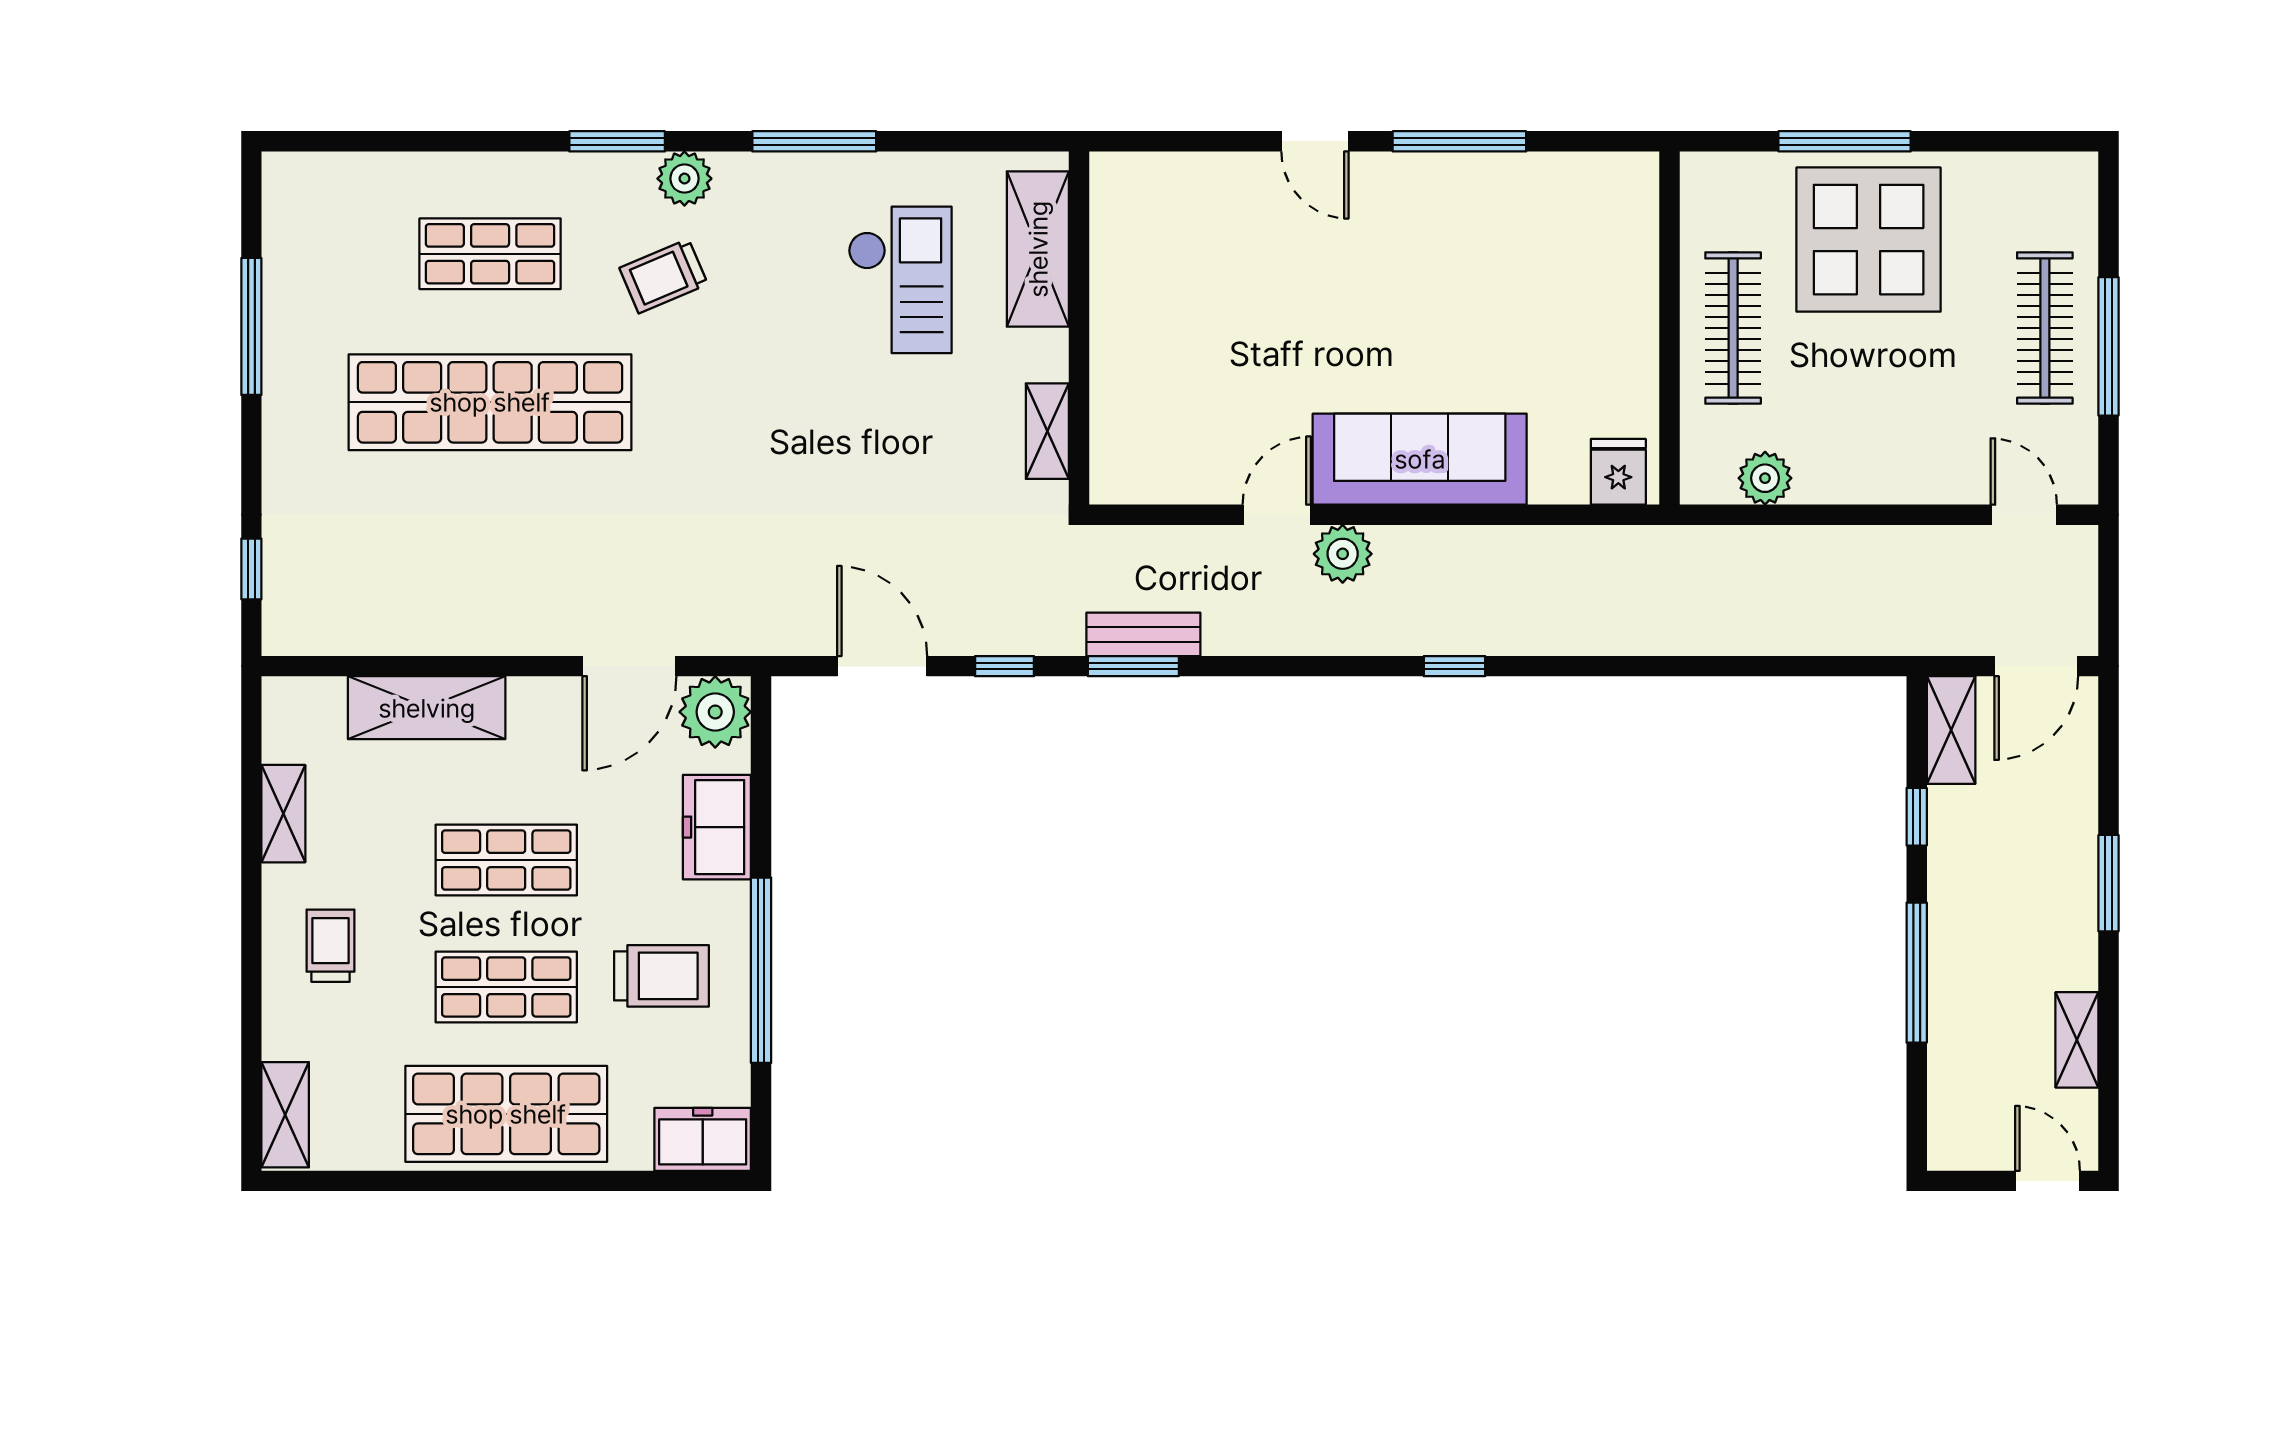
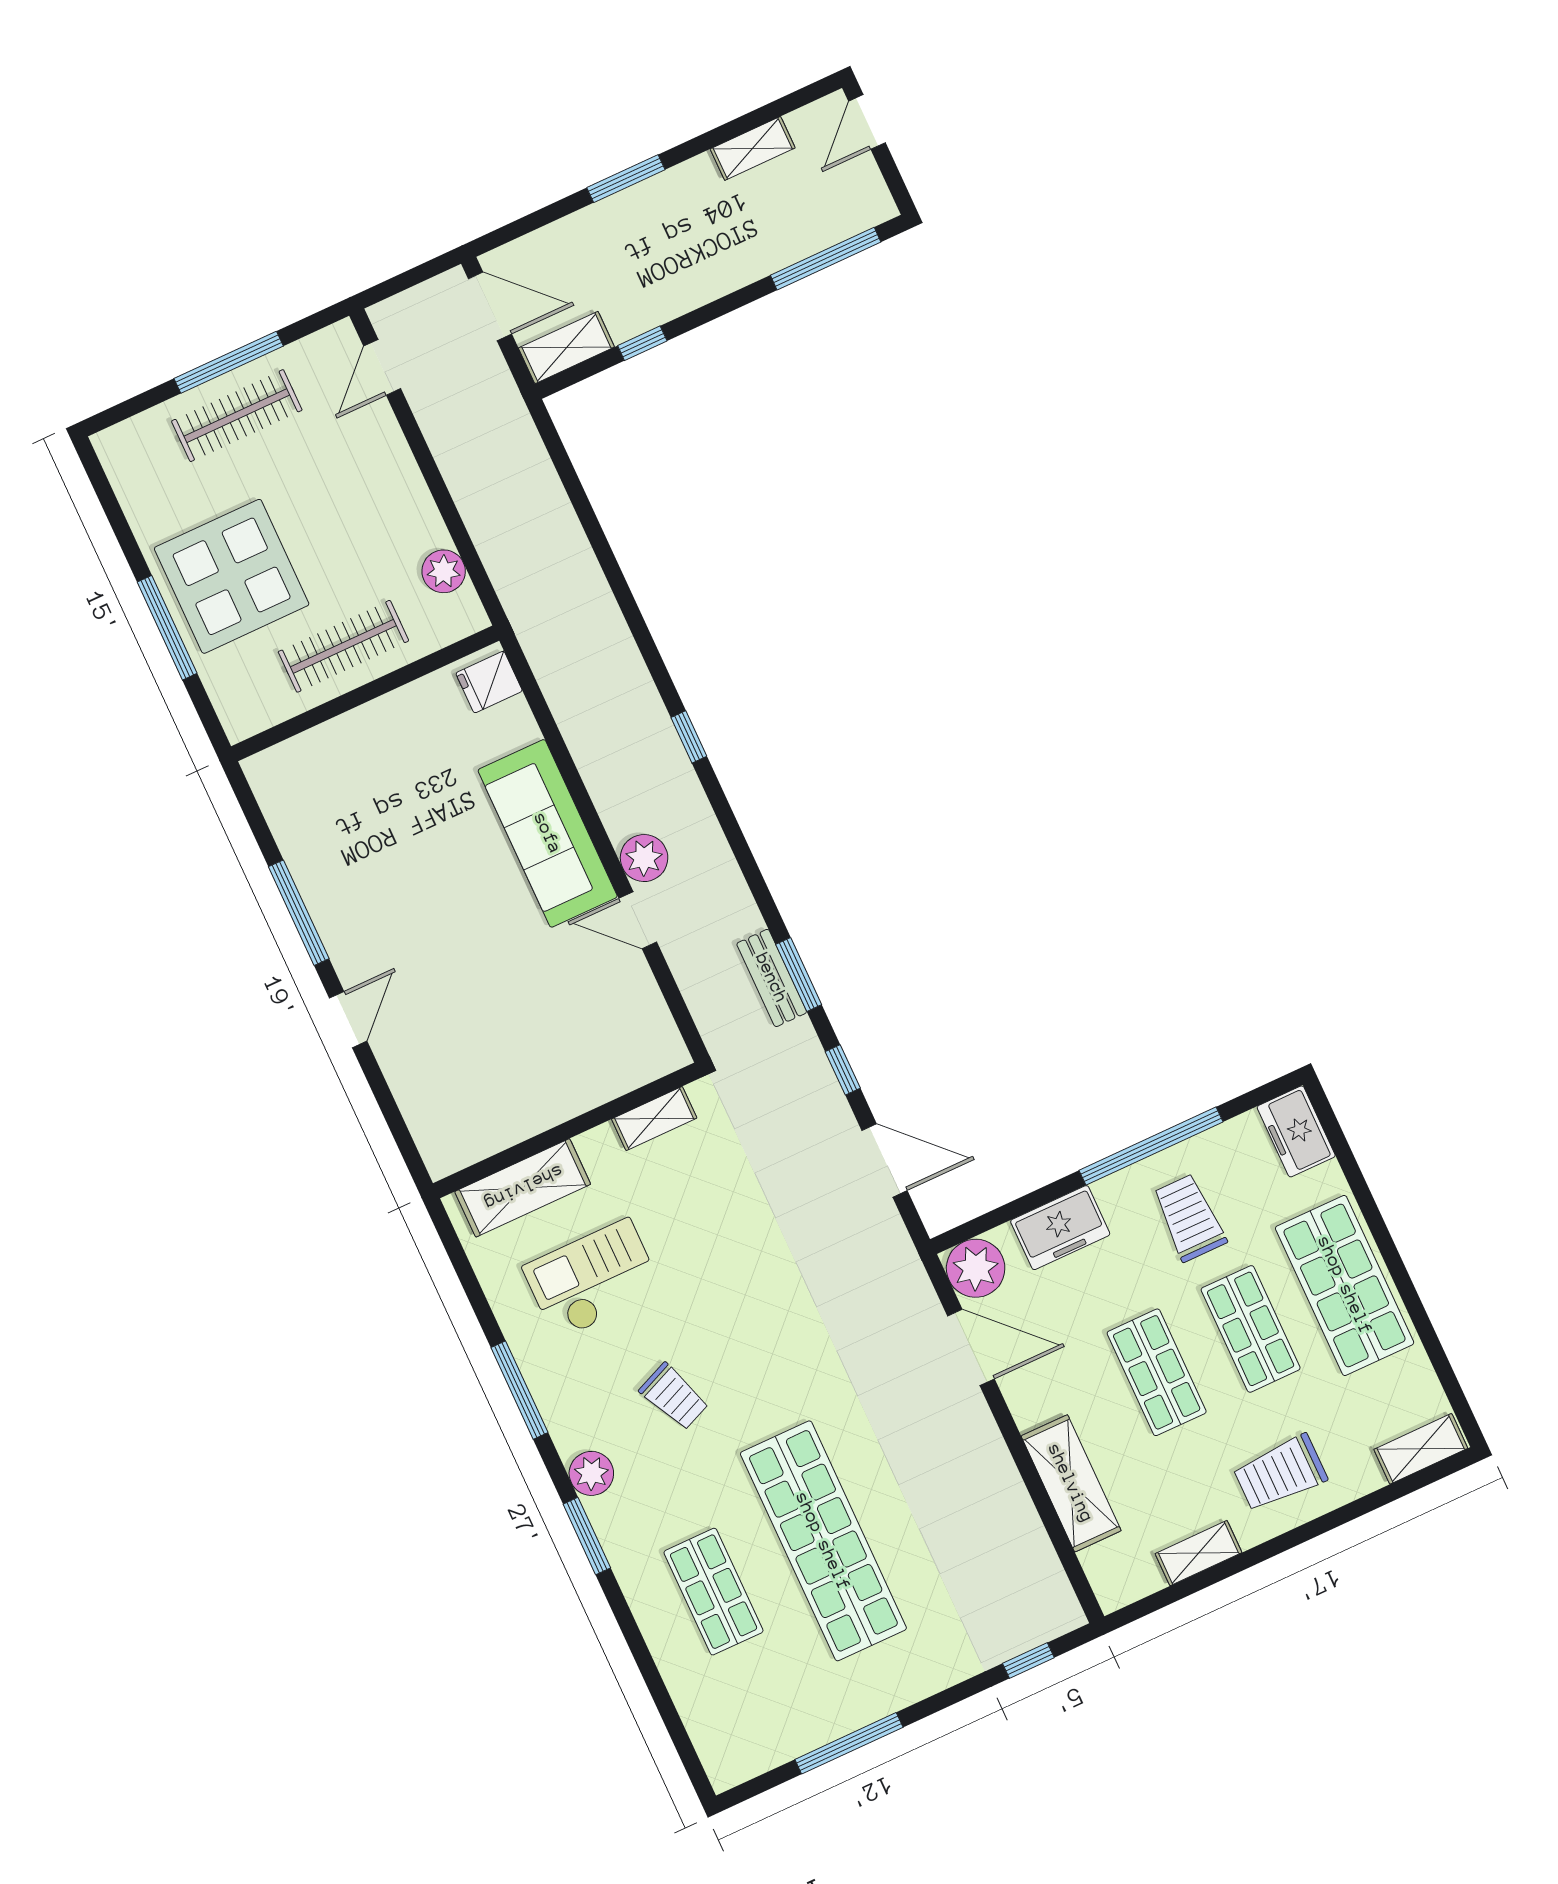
trolley: (664, 276) -> (674, 1397), moved
door: (882, 666) -> (885, 1160), swing flipped
trolley: (330, 946) -> (1280, 1473), width x1.36, depth x1.39
window: (1917, 973) -> (826, 259), moved

